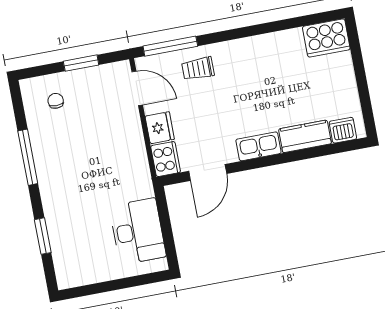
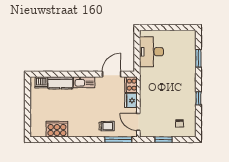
cooker: (326, 38) -> (57, 129), moved
window: (28, 157) -> (198, 98), width x0.46

